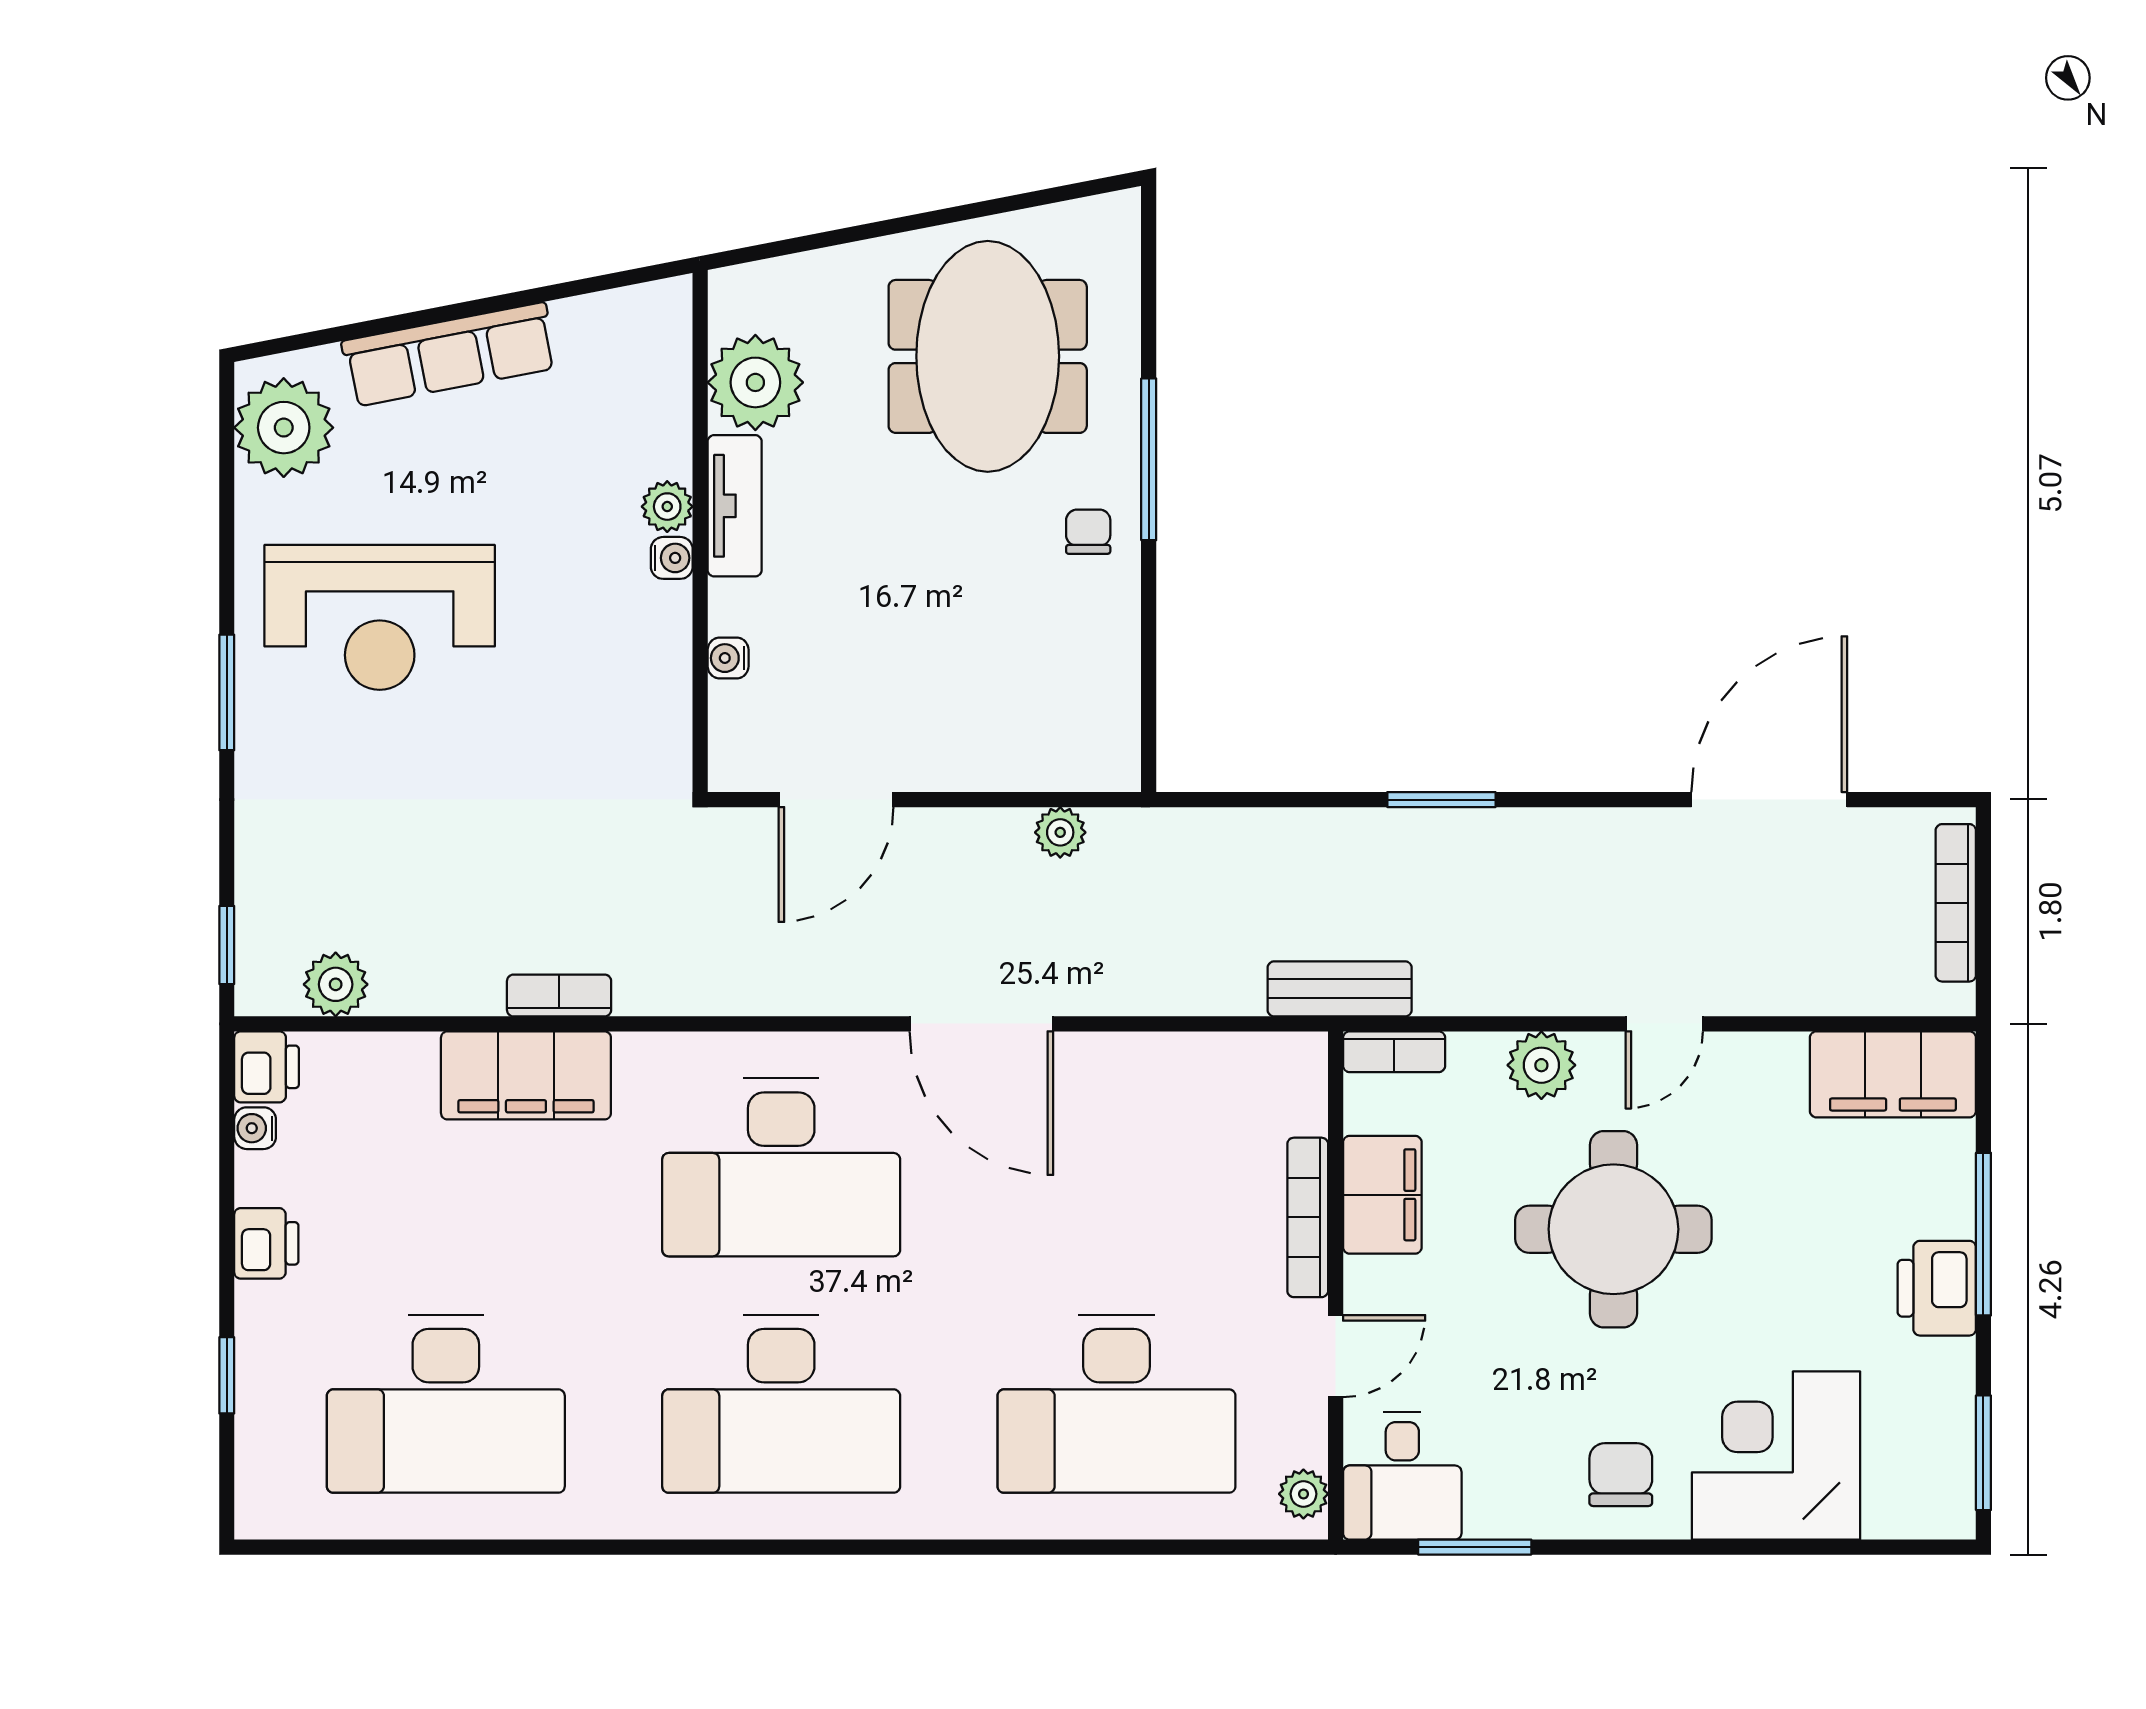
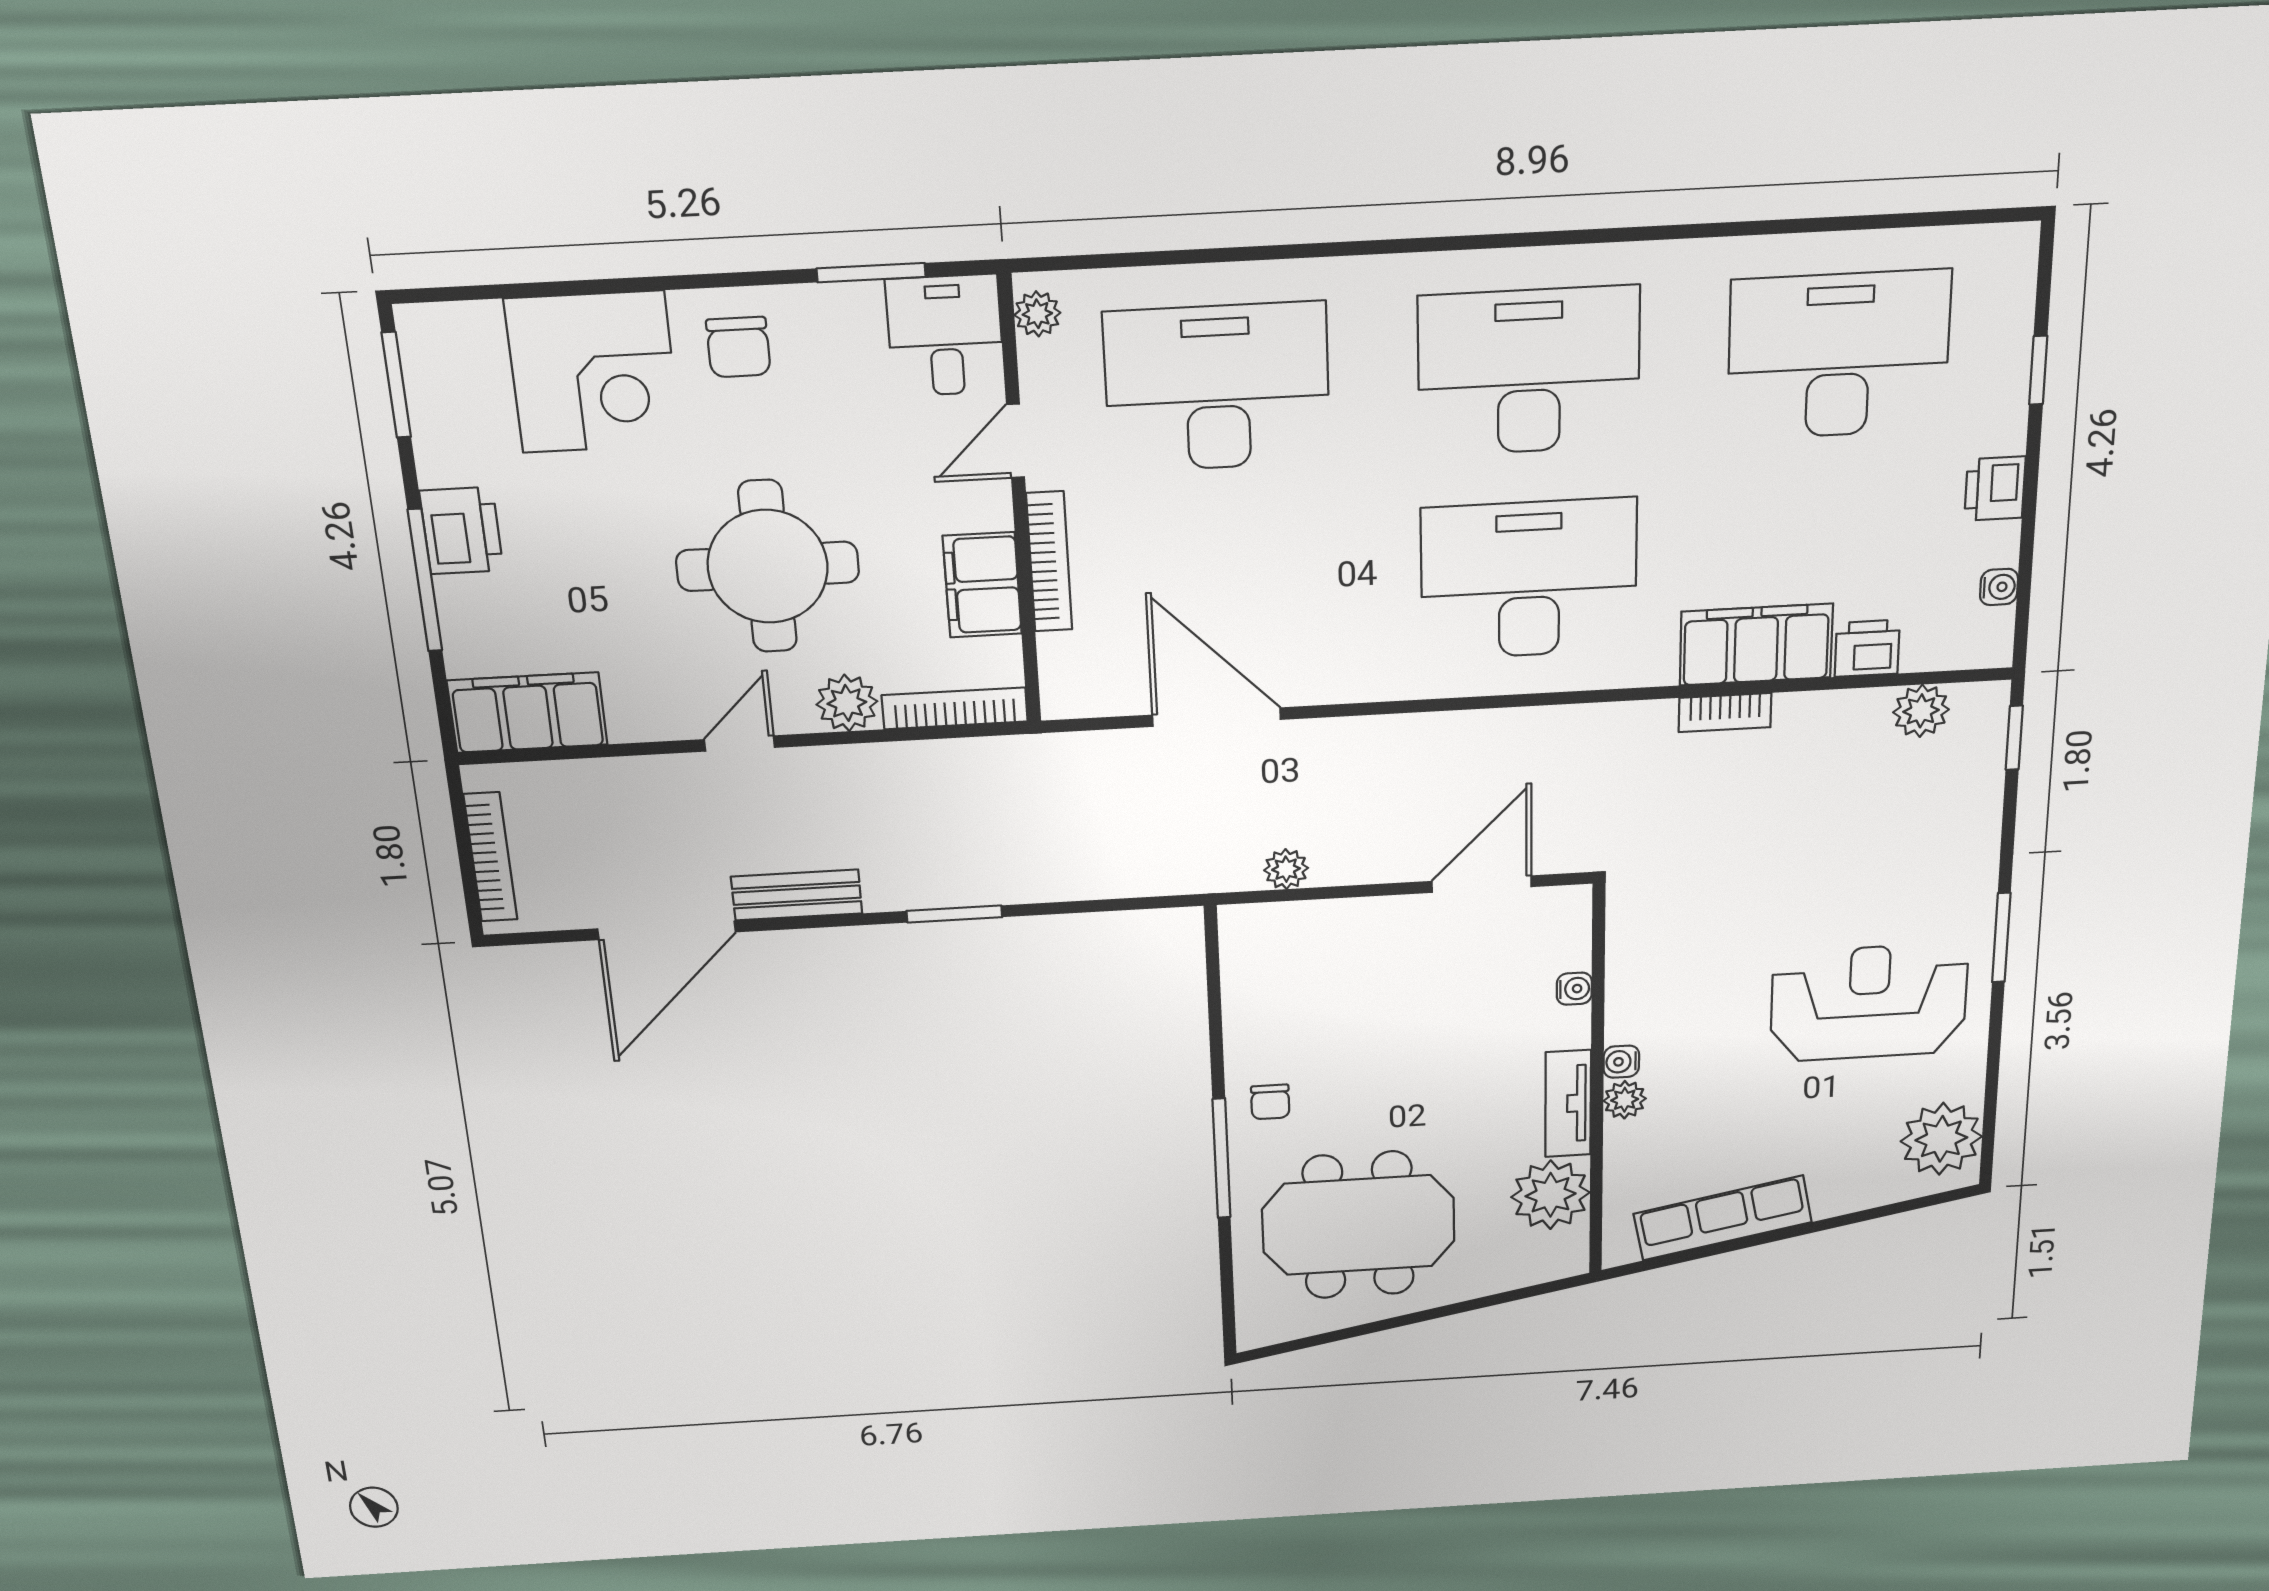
row of seats: (449, 355) -> (1723, 1218), moved
meeting table: (988, 356) -> (1358, 1225), turned 90
bench: (1340, 989) -> (797, 895), moved
door: (981, 1024) -> (1216, 717), moved
bookcase: (1394, 1052) -> (955, 708), width x1.56
printer: (267, 1067) -> (1867, 648), moved, turned 90

